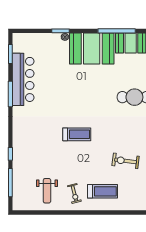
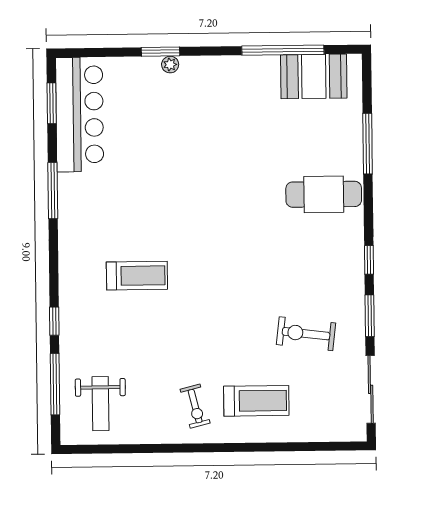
booth: (92, 48) -> (229, 89), removed
bar counter: (23, 79) -> (80, 114), moved
treadmill: (77, 134) -> (137, 276), moved
weight bench: (47, 191) -> (100, 404), moved

